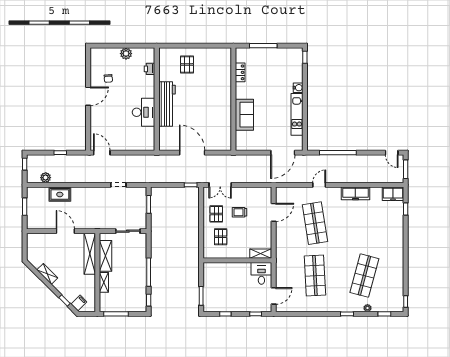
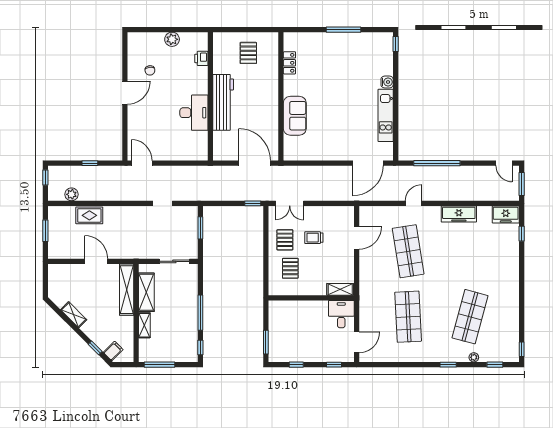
locker: (240, 72) -> (289, 63), moved
wall: (233, 99) -> (281, 96), moved
sofa: (244, 115) -> (295, 116), moved

